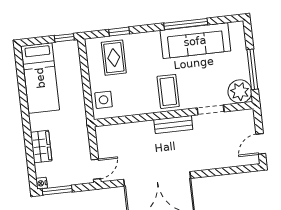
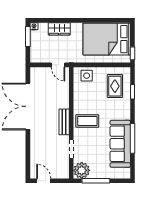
rug: (114, 58) -> (115, 86), turned 90
bed: (40, 78) -> (107, 39), width x1.50
door: (96, 169) -> (58, 65), moved

